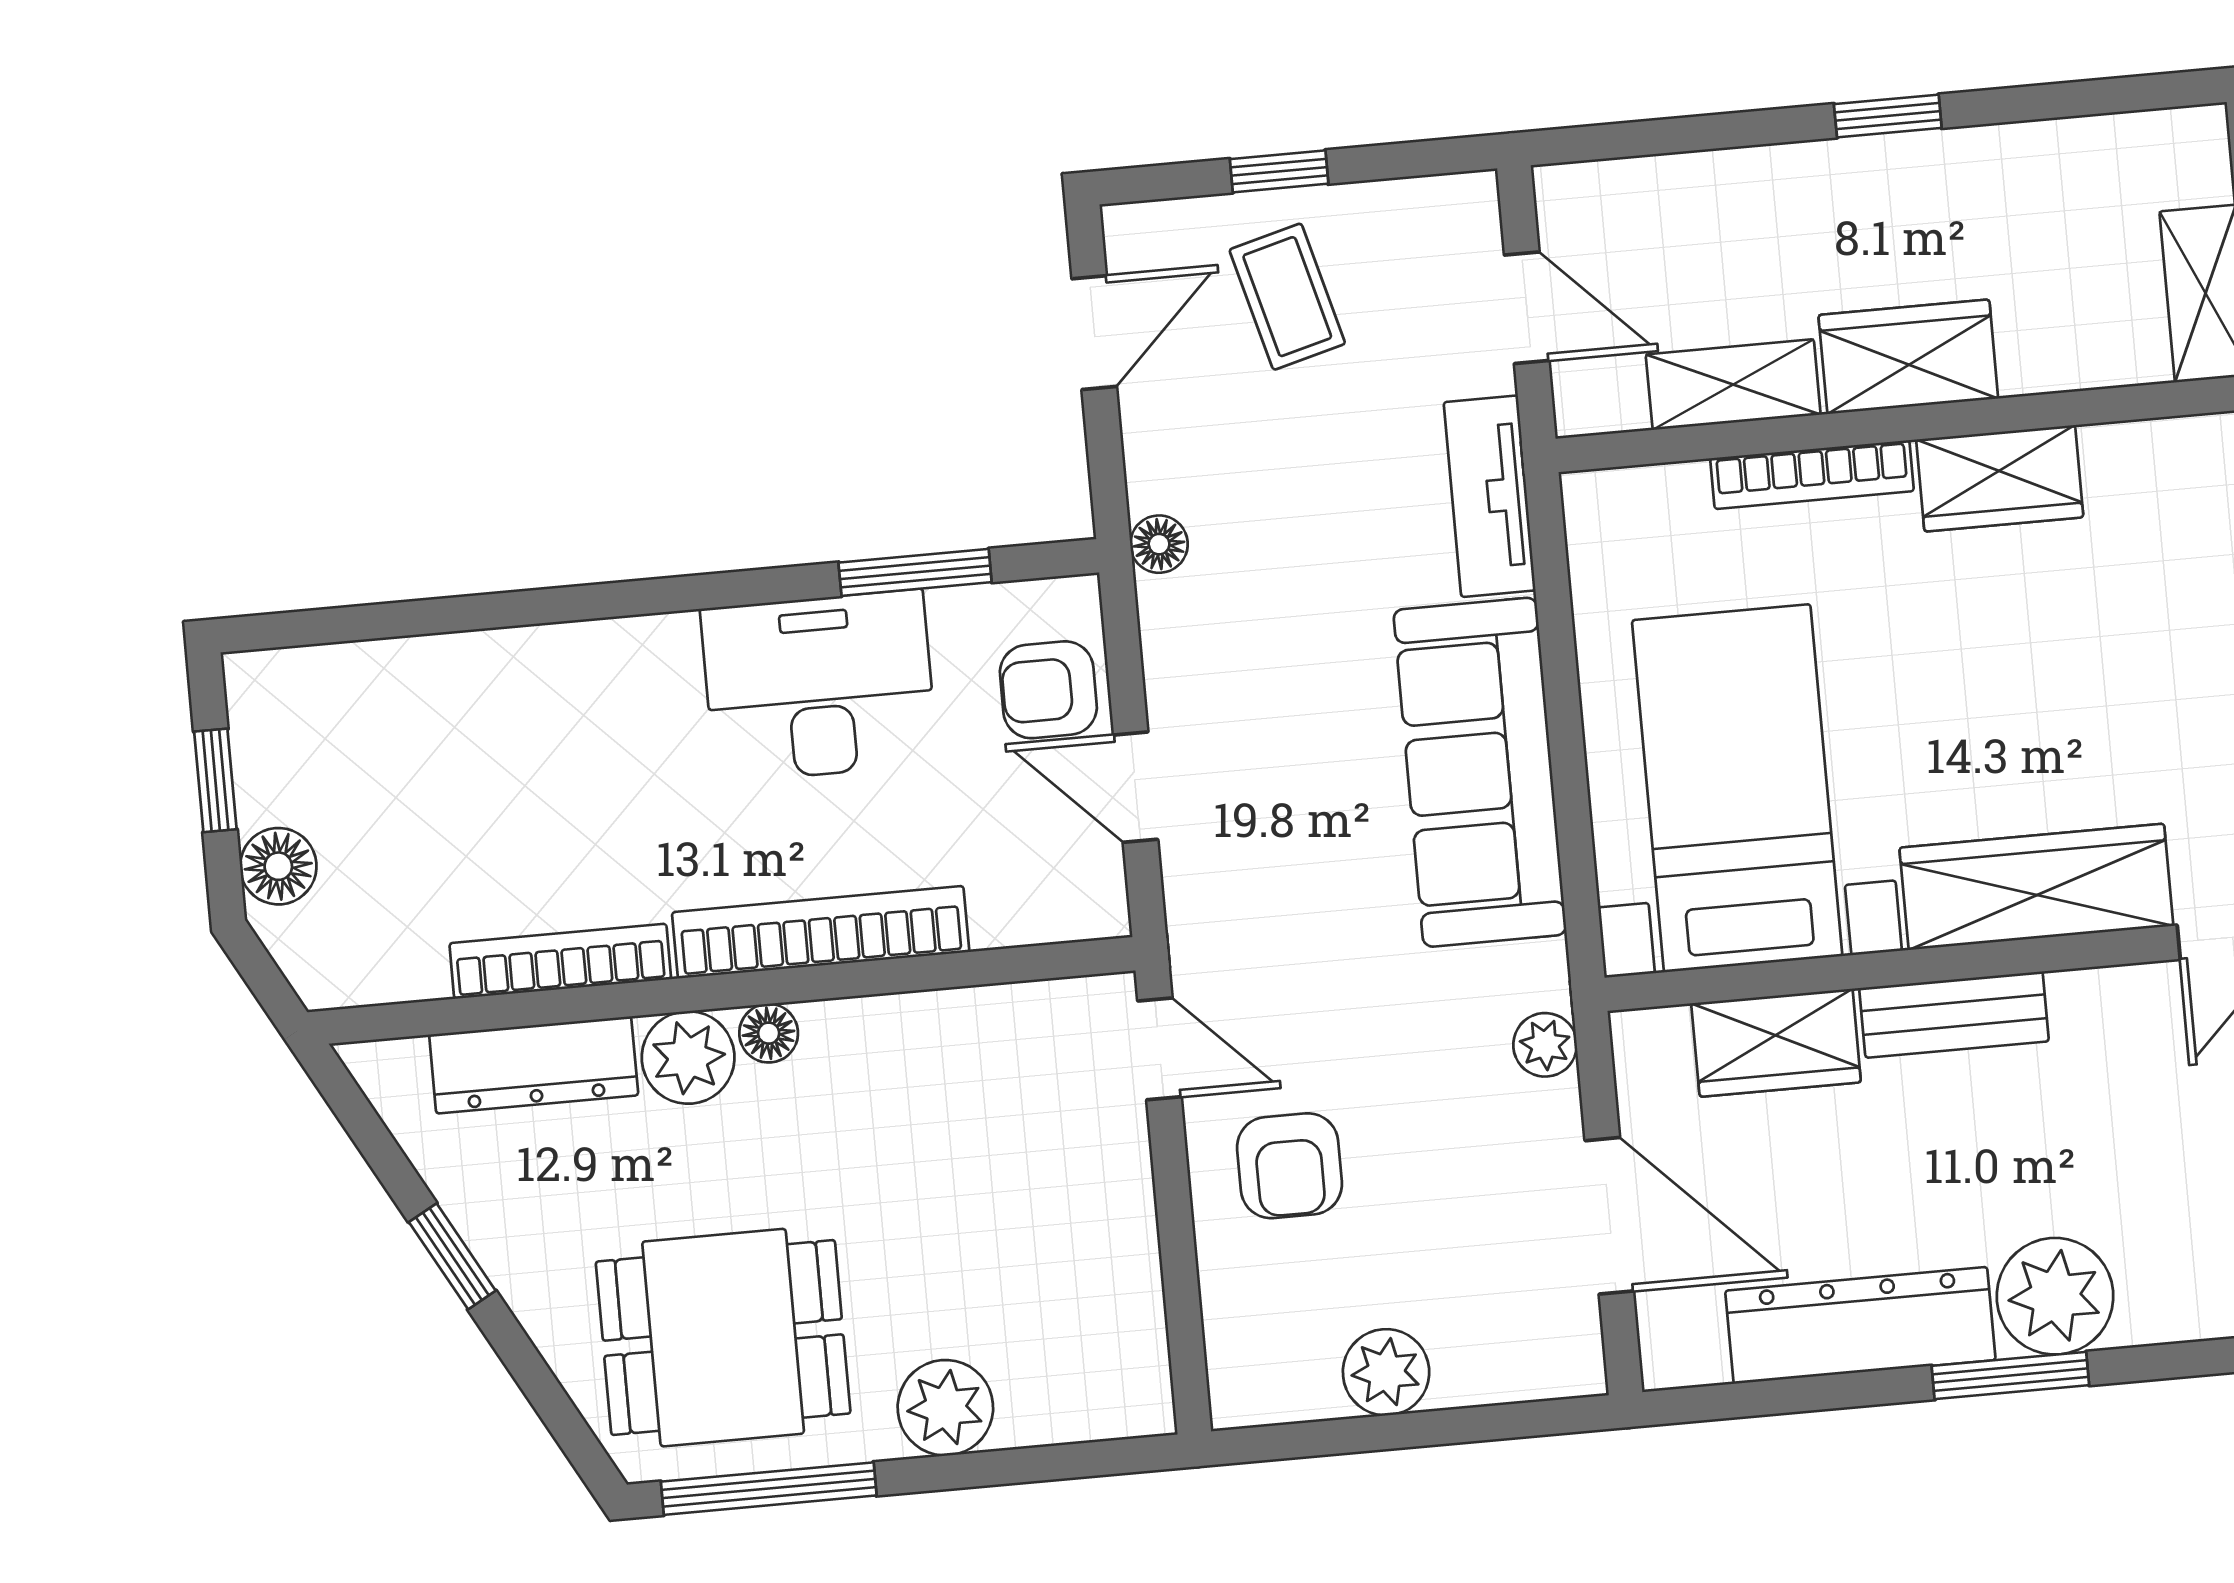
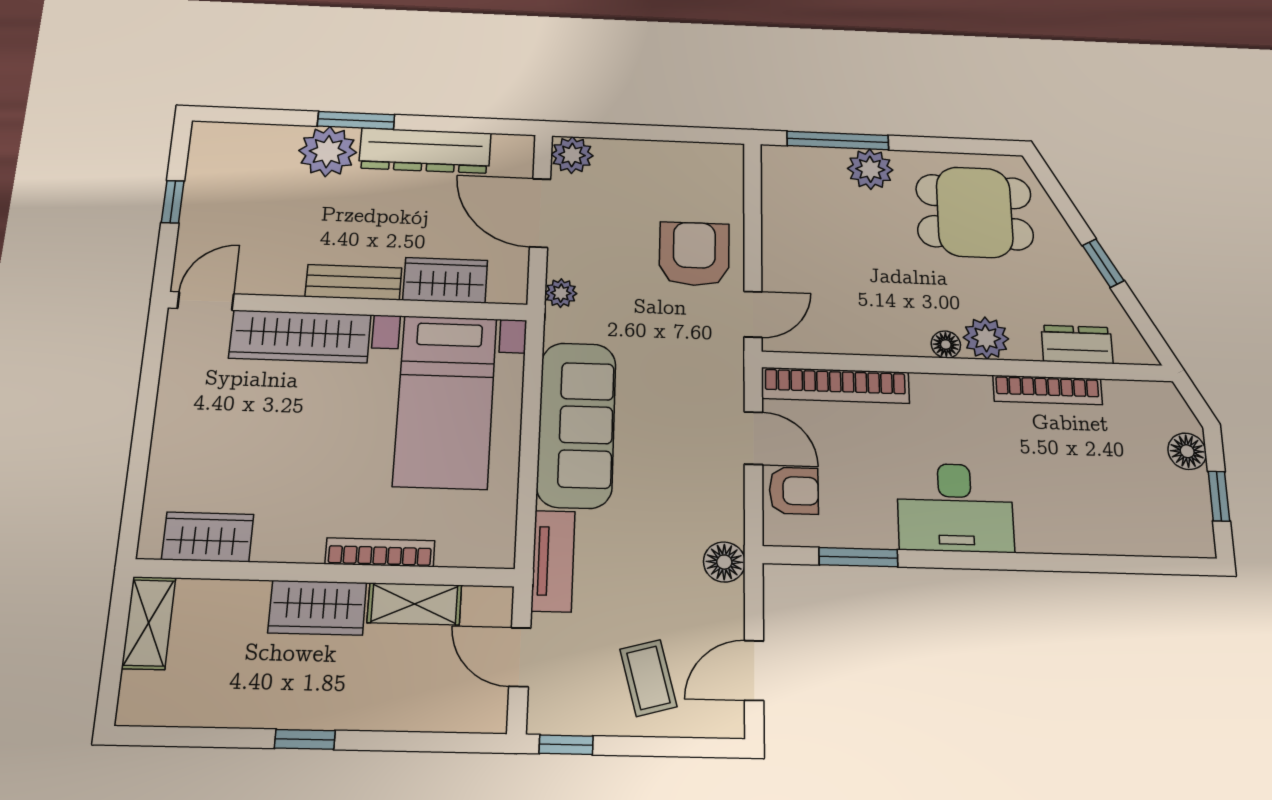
window: (1279, 171) -> (566, 745), moved
wardrobe: (2000, 478) -> (208, 537), moved
floor lamp: (1159, 544) -> (724, 562), width x1.37, depth x1.37
desk: (819, 686) -> (955, 508), moved
bookcase: (821, 932) -> (835, 385), moved
door: (1159, 1049) -> (753, 314), swing flipped
dresser: (534, 1065) -> (1077, 344), width x0.70
armchair: (1289, 1166) -> (694, 254), width x1.38, depth x1.38
plant: (1386, 1372) -> (572, 155), moved
window: (769, 1489) -> (838, 141), moved

